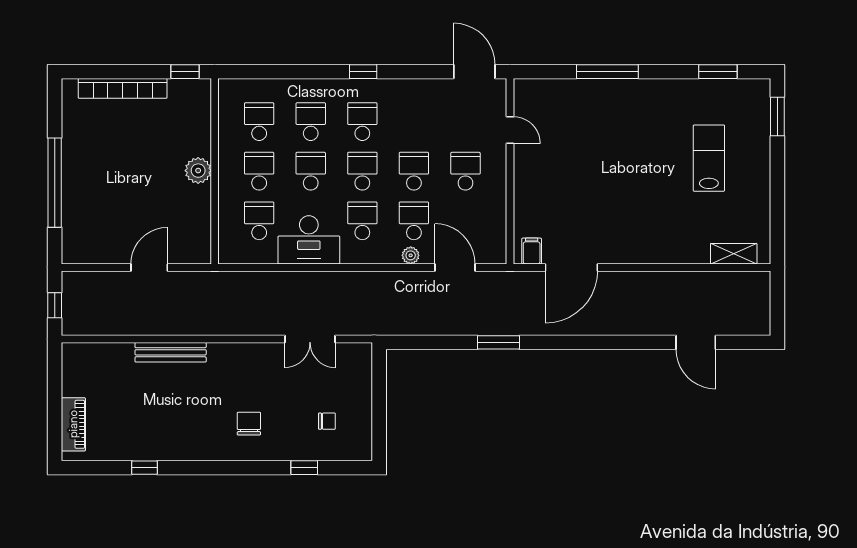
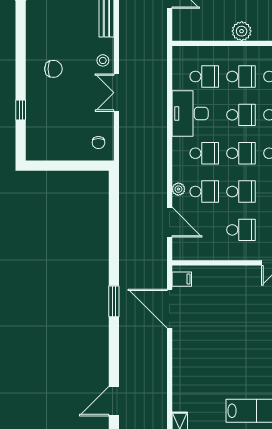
door: (455, 267) -> (170, 222), hinge flipped
double door: (310, 339) -> (116, 93), moved
window: (499, 342) -> (114, 301), moved
stool: (238, 357) -> (103, 60), added
chair: (327, 421) -> (98, 143), moved

